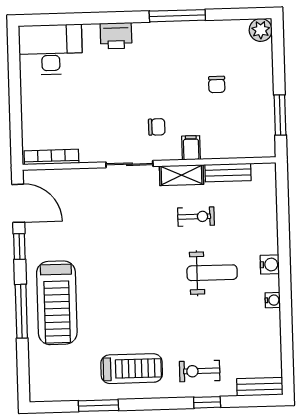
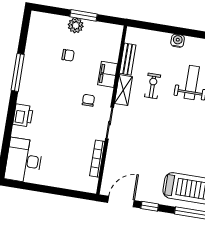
plant: (261, 30) -> (76, 25), moved
window: (280, 115) -> (84, 15), moved
filing cabinet: (191, 148) -> (108, 74), width x2.00
bookcase: (51, 157) -> (97, 159), moved
water cooler: (270, 265) -> (178, 41), moved

